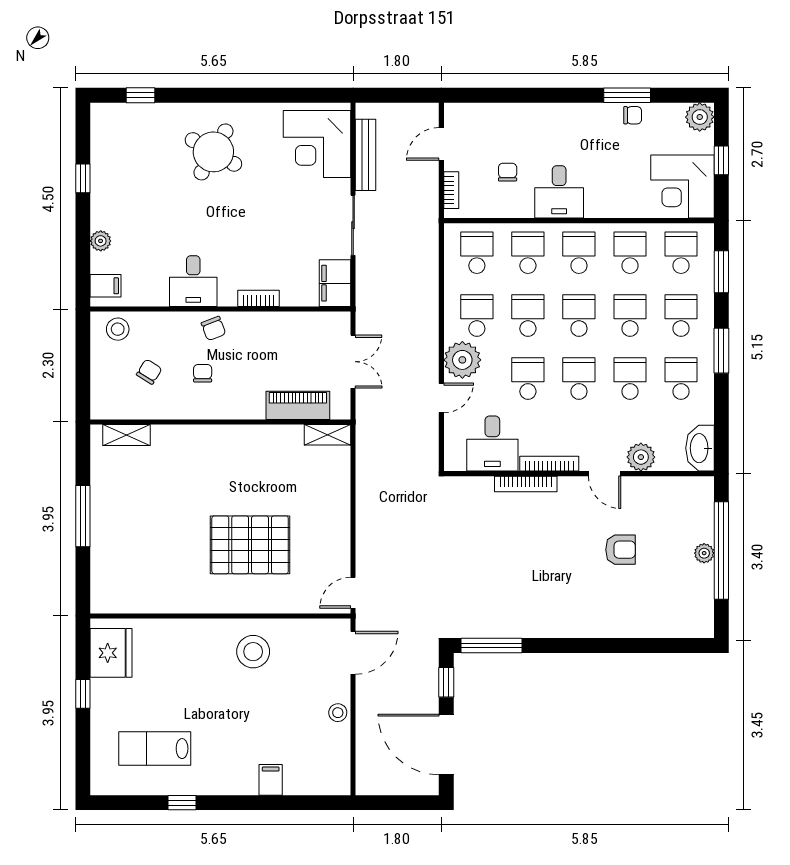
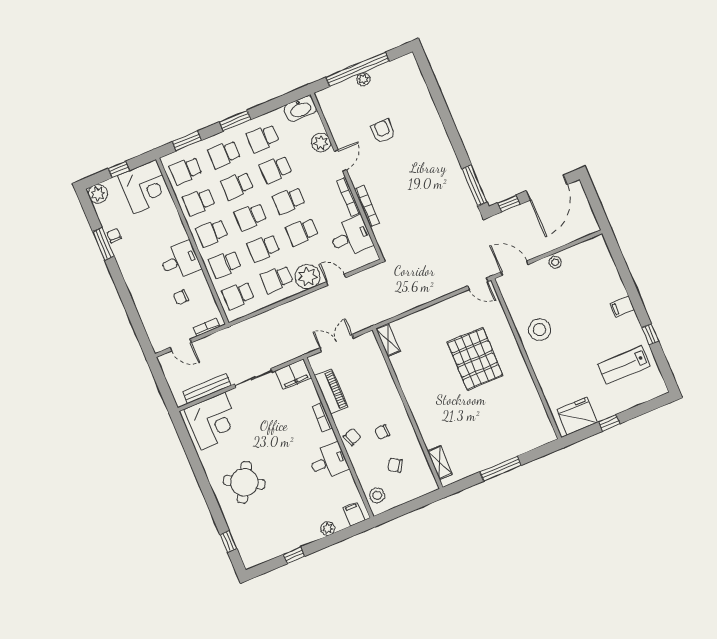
piano: (298, 405) -> (331, 391), moved, turned 180
lab bench: (155, 749) -> (624, 365), turned 90
filing cabinet: (271, 780) -> (622, 307), moved

